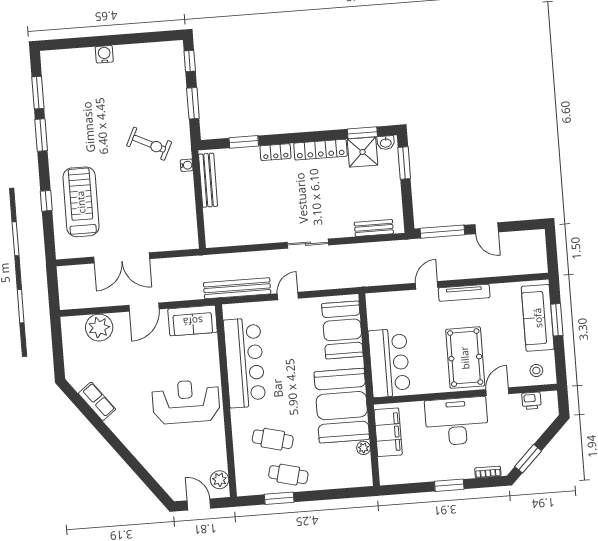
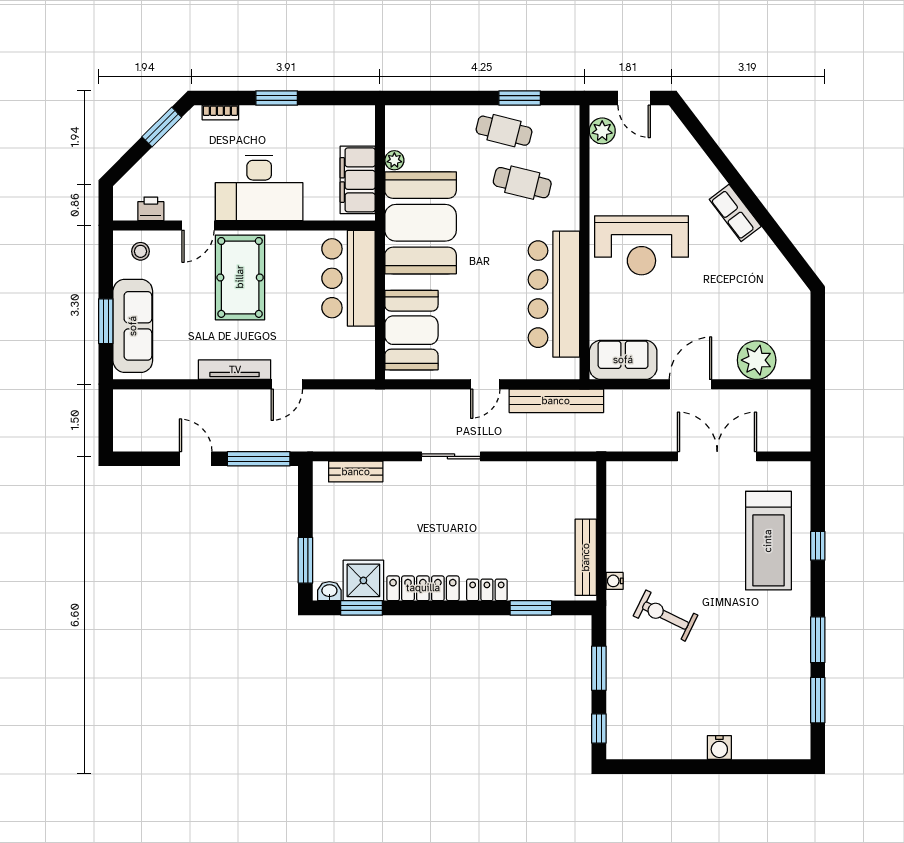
row of seats: (97, 401) -> (735, 213), moved

